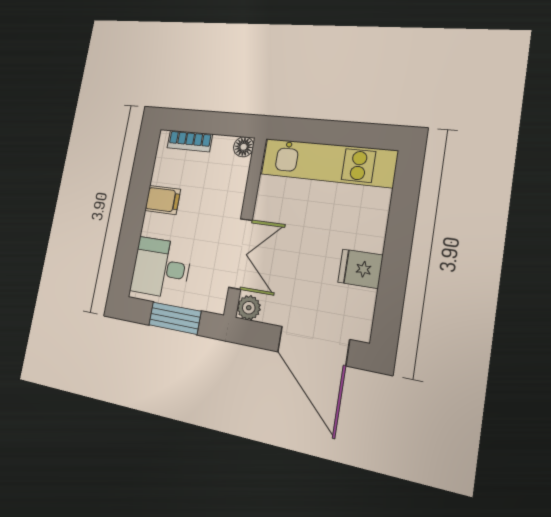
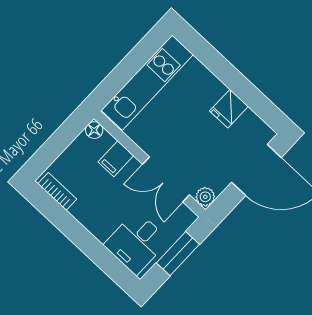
bookcase: (190, 141) -> (57, 191), moved, turned -90
filing cabinet: (163, 200) -> (116, 159), moved, turned 180
double door: (241, 254) -> (166, 180), swing flipped

